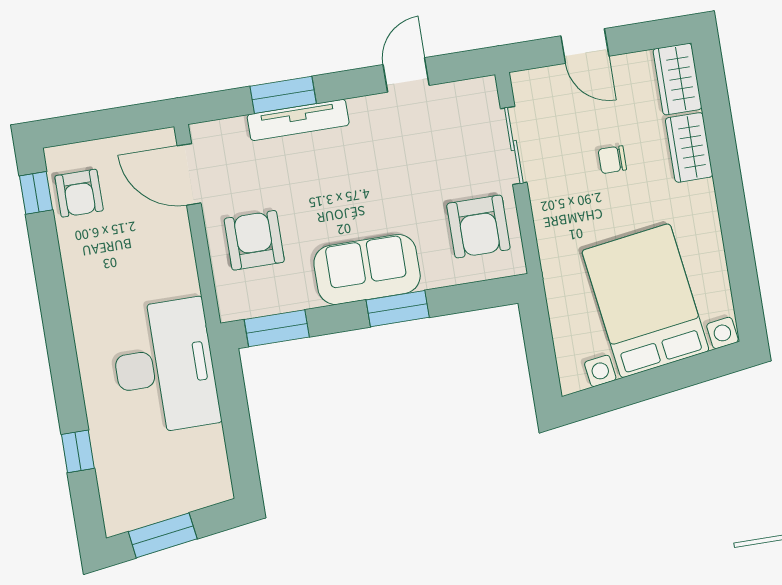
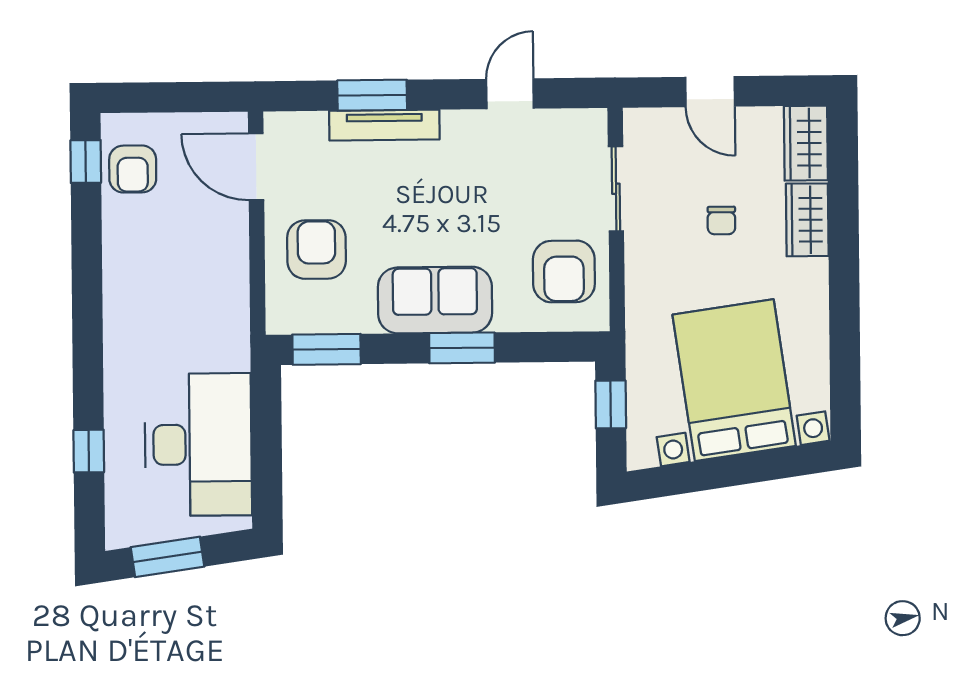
chair: (612, 160) -> (721, 220), turned -90
window: (538, 339) -> (611, 404), added
desk: (165, 367) -> (198, 445), moved

